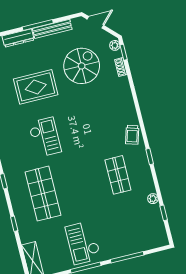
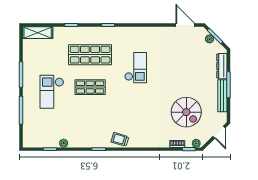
rug: (36, 87) -> (178, 70), removed
checkout: (45, 137) -> (136, 68), turned -90
shop shelf: (118, 175) -> (90, 87), moved
checkout: (83, 243) -> (52, 92), moved, turned -90

